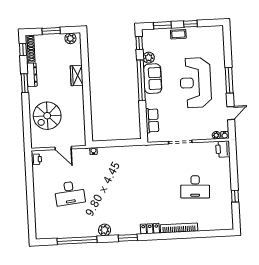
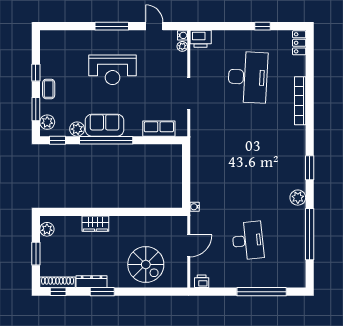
plant: (153, 34) -> (47, 122), added
reception desk: (196, 83) -> (113, 70), width x0.74, depth x0.77
desk: (195, 187) -> (248, 77), width x1.36, depth x1.30
window: (31, 206) -> (262, 292), added
locker: (150, 229) -> (299, 43), moved

